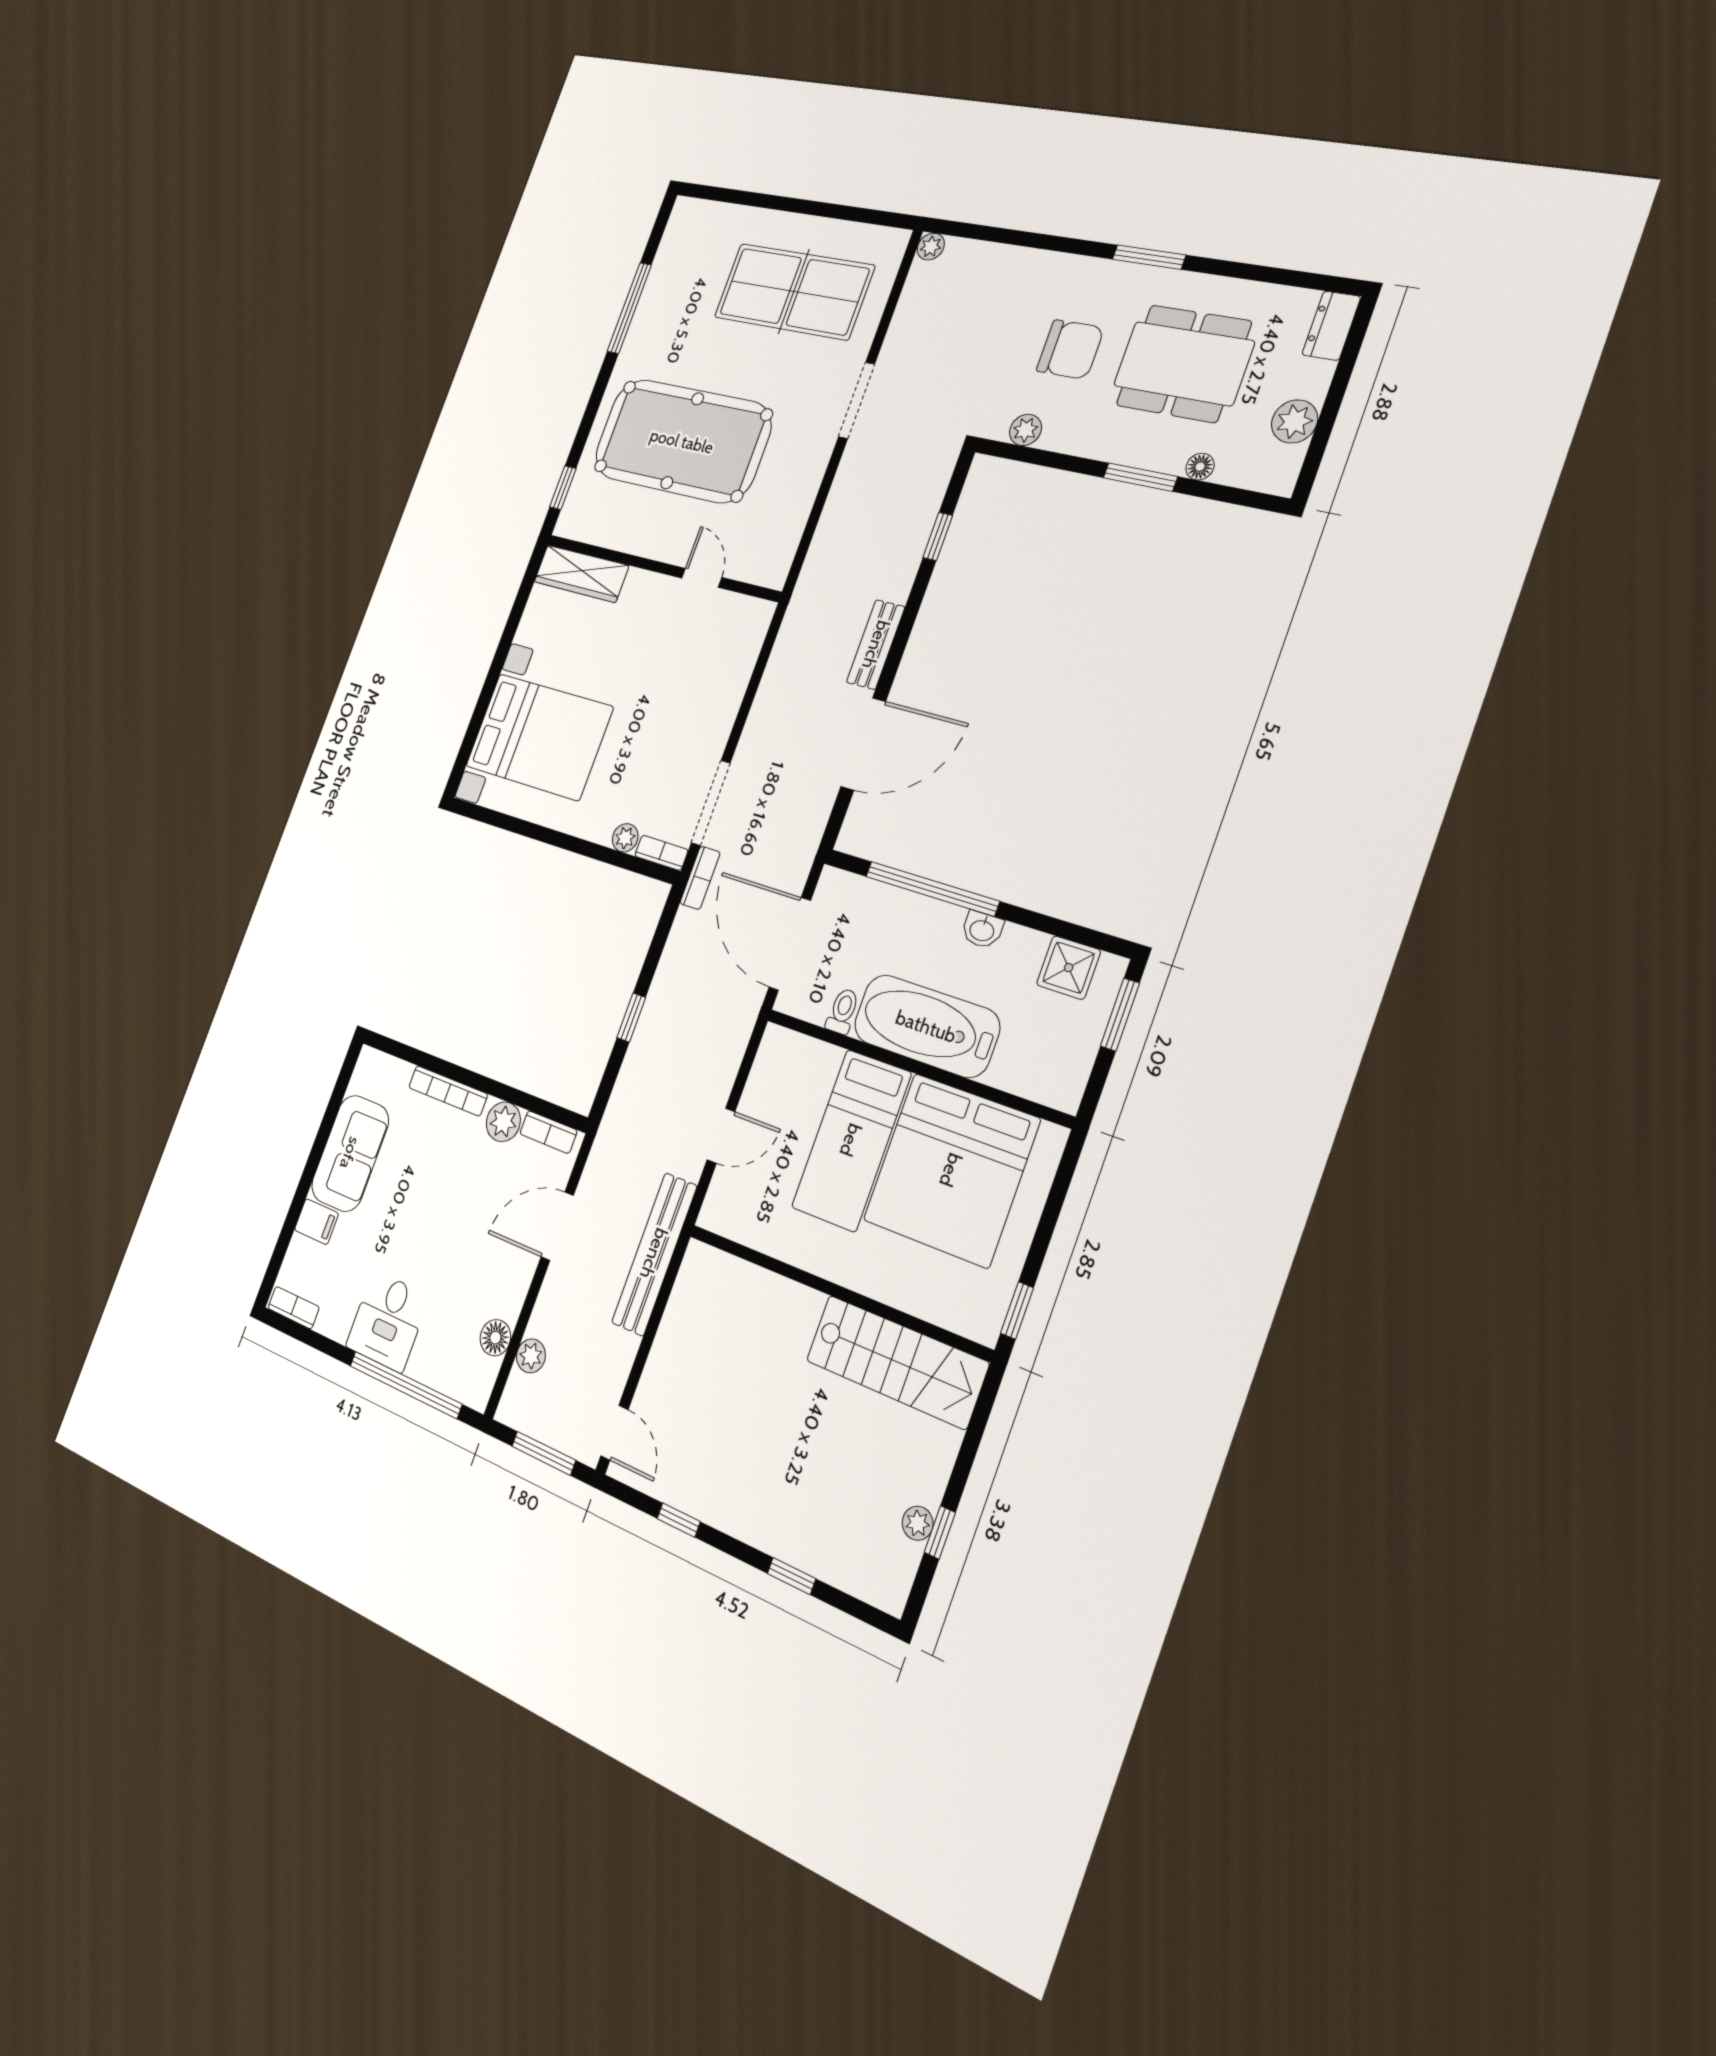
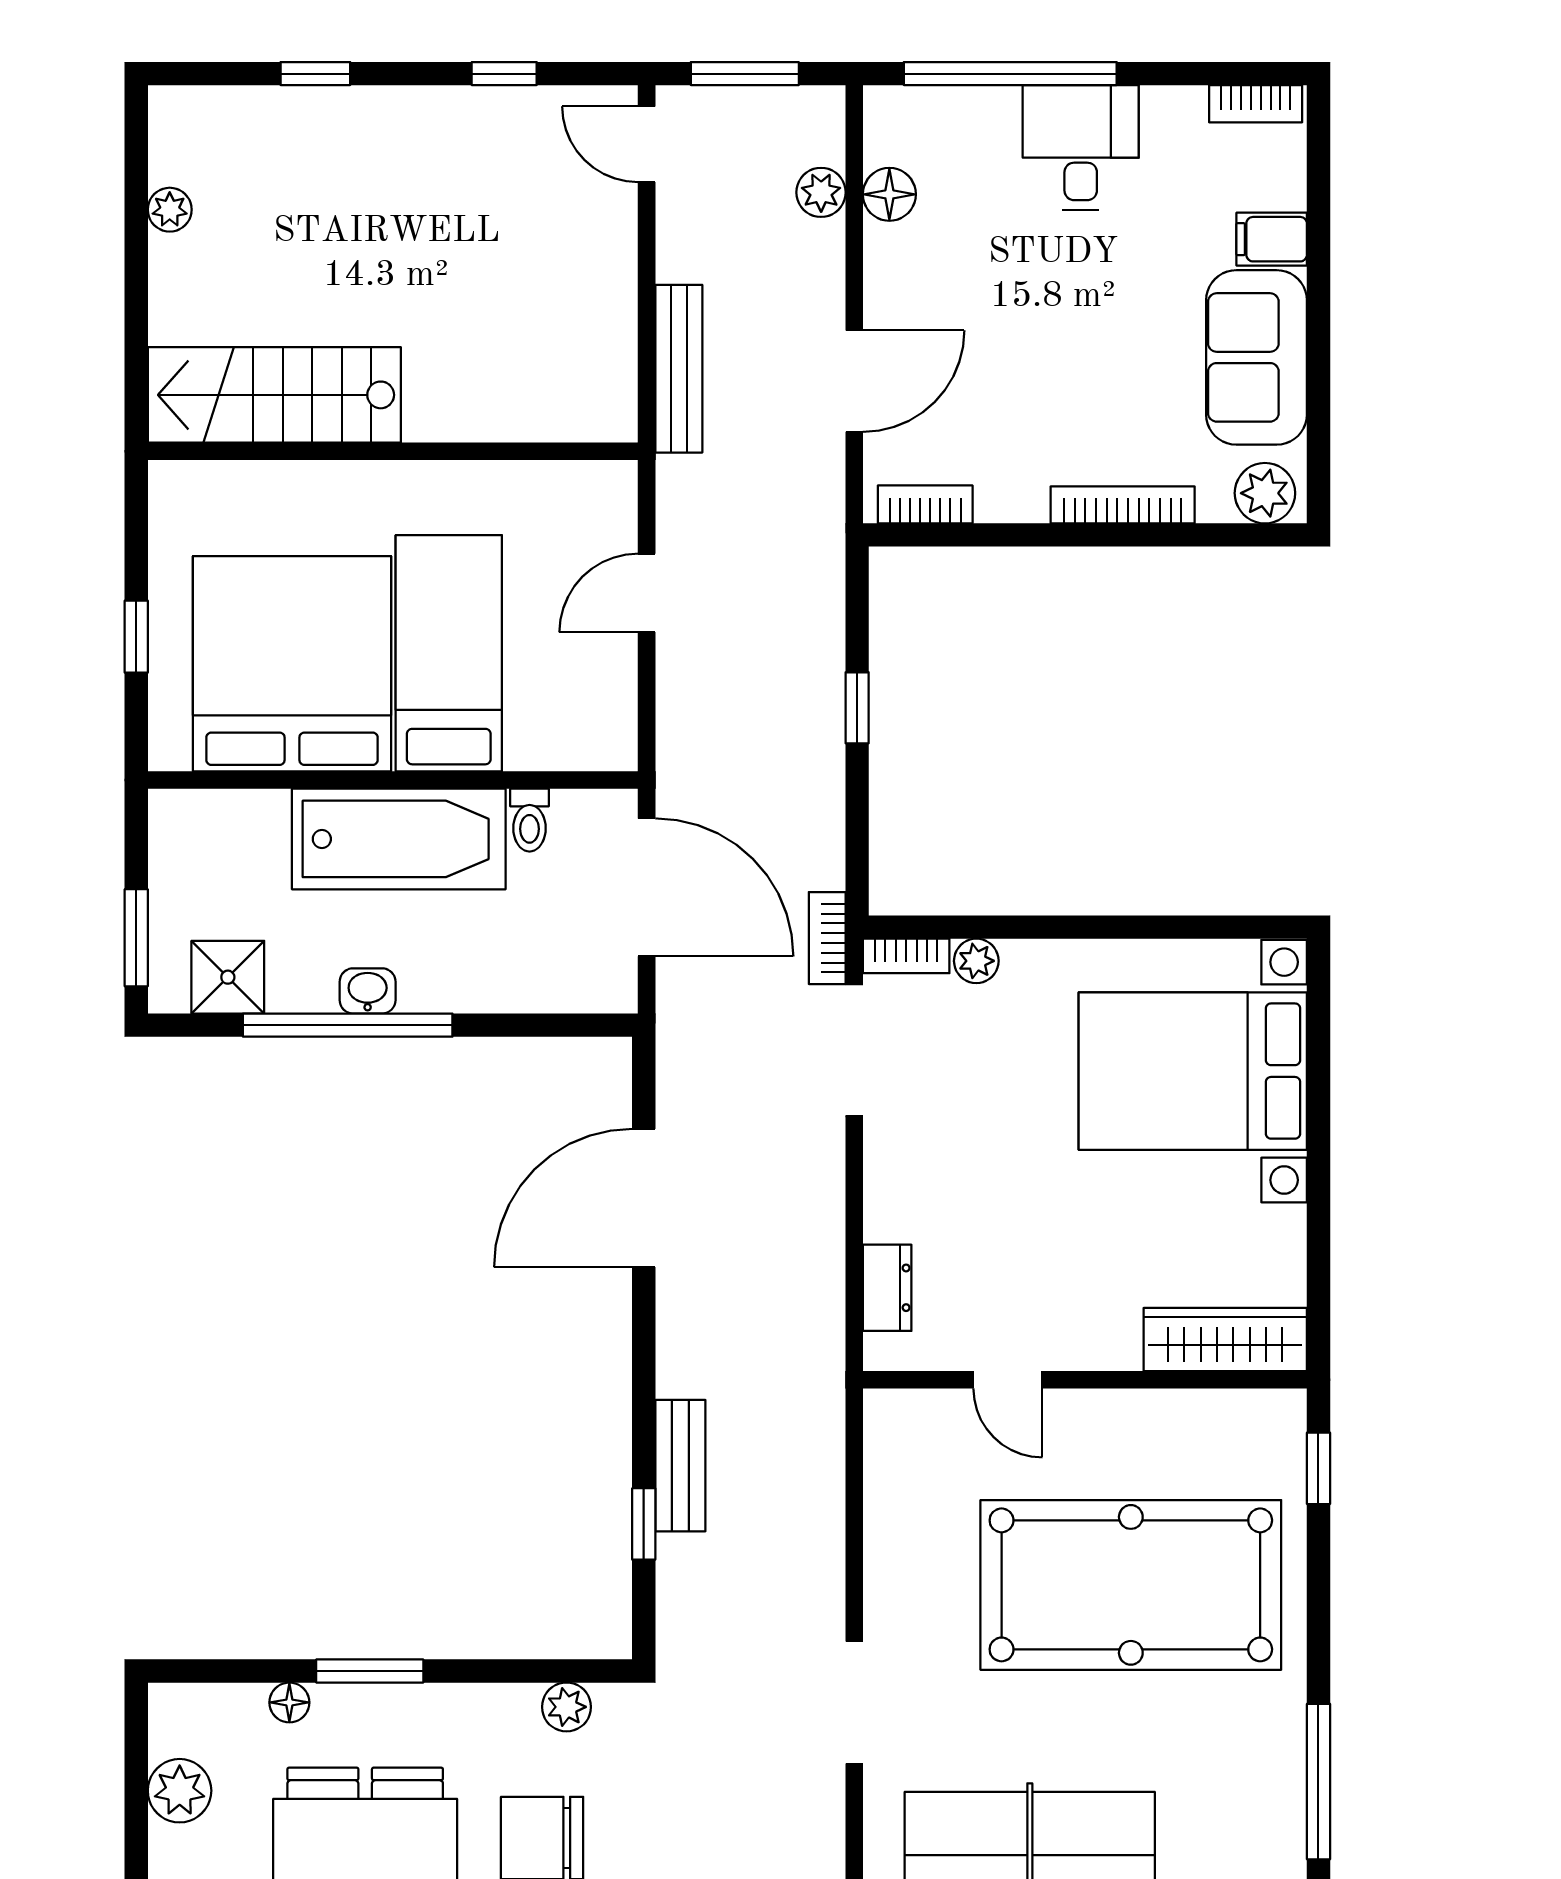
bench: (876, 645) -> (680, 1466), moved
dresser: (746, 650) -> (887, 1288), added
window: (932, 889) -> (348, 1025), moved
plant: (503, 1122) -> (1265, 493), moved
bench: (654, 1254) -> (679, 369), width x0.73, depth x0.82
window: (1017, 1311) -> (136, 637), moved
window: (940, 1532) -> (136, 211), removed

